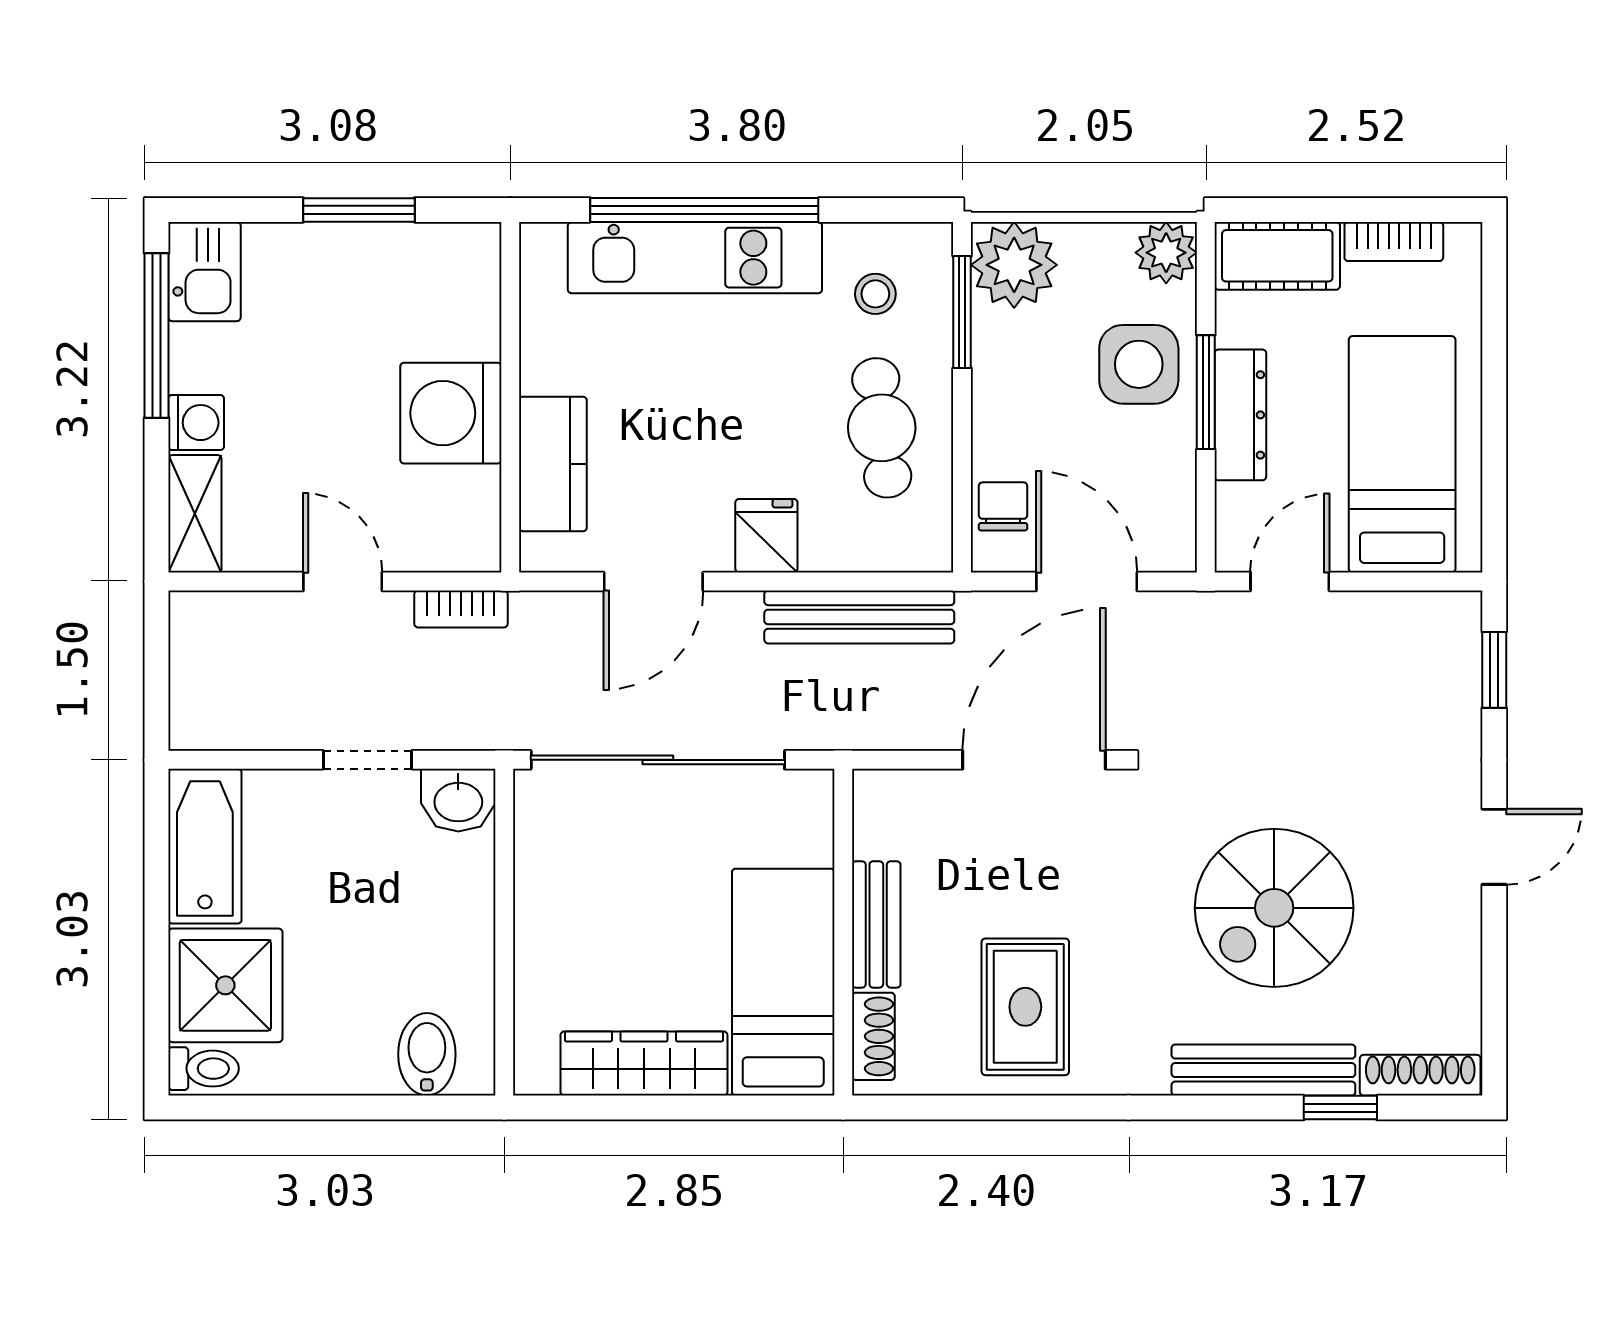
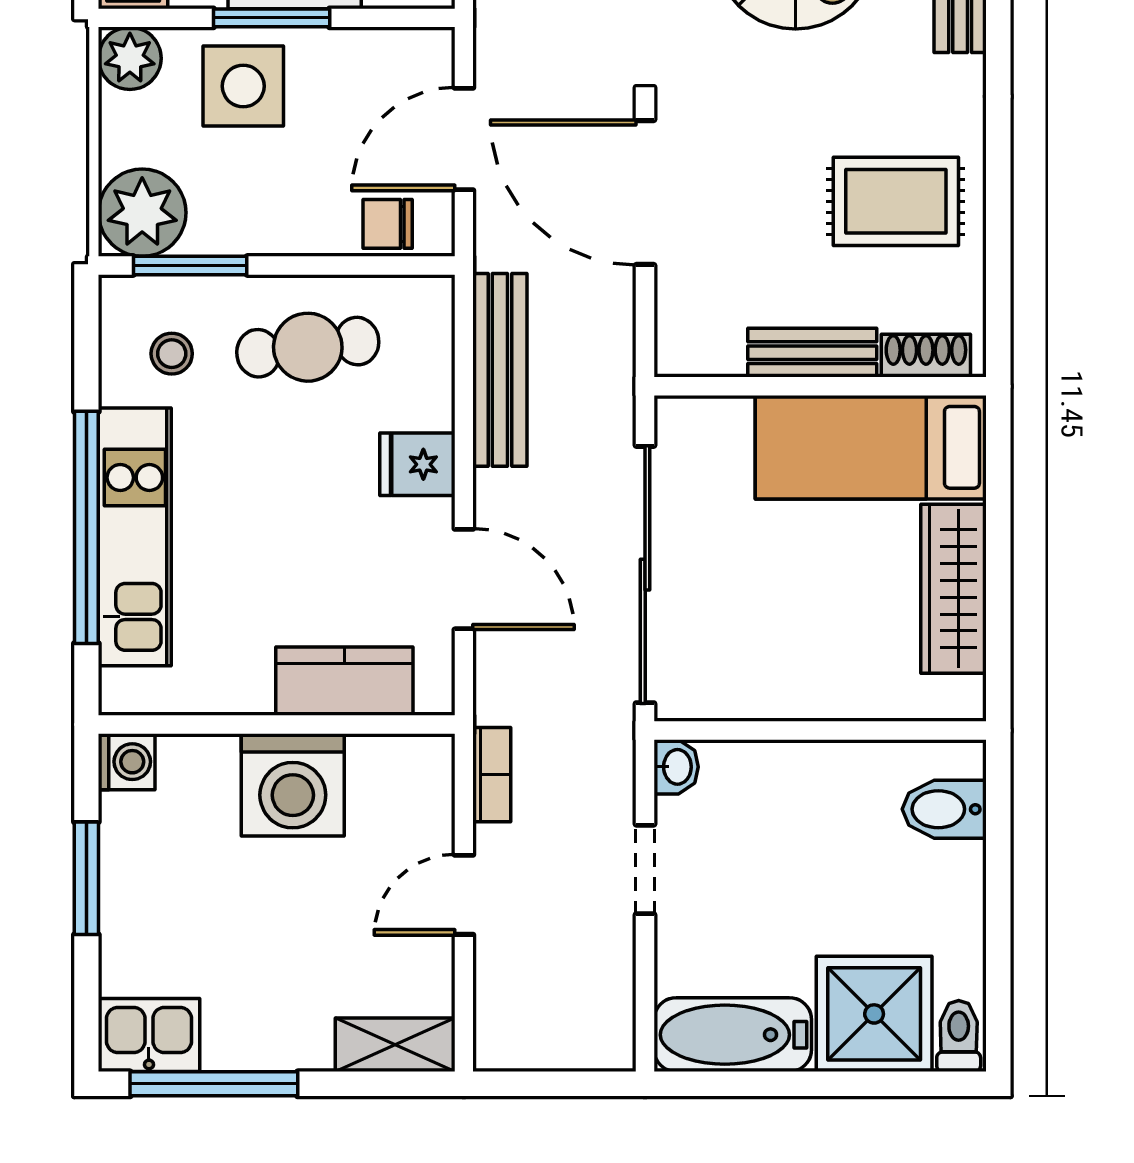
washing machine: (196, 423) -> (127, 762), moved, turned 90
washbasin: (458, 800) -> (676, 767), width x0.72, depth x0.69

